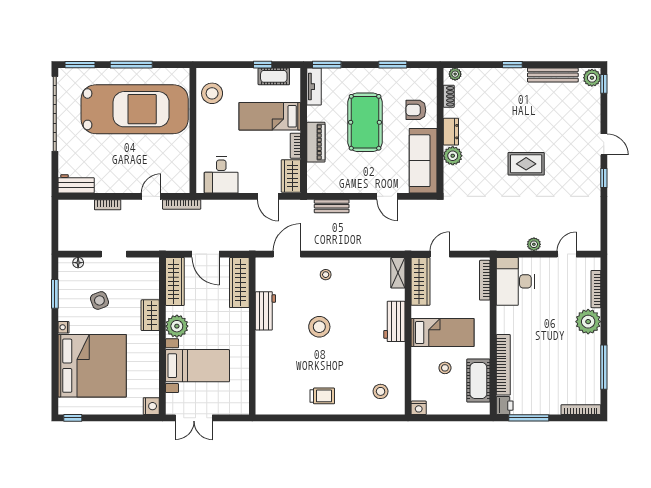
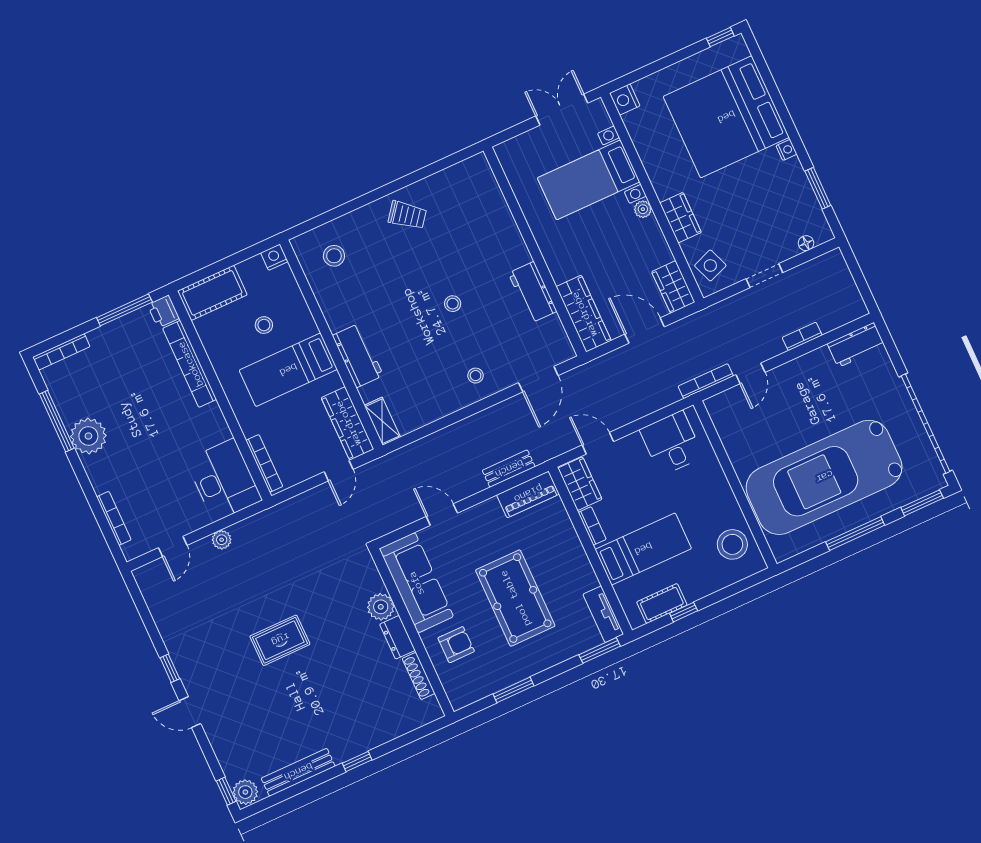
plant: (455, 74) -> (426, 715), removed
shoe rack: (449, 96) -> (419, 676), width x1.43
piano: (316, 142) -> (528, 494), moved, turned -90
wardrobe: (175, 281) -> (673, 287), width x0.67
side table: (99, 300) -> (710, 265), moved
plant: (588, 322) -> (88, 436), moved
plant: (177, 326) -> (643, 209), width x0.53, depth x0.53
stool: (319, 327) -> (453, 304), width x0.53, depth x0.53
cot: (478, 381) -> (212, 293), moved, turned 90
trolley: (322, 396) -> (407, 215), turned -142

